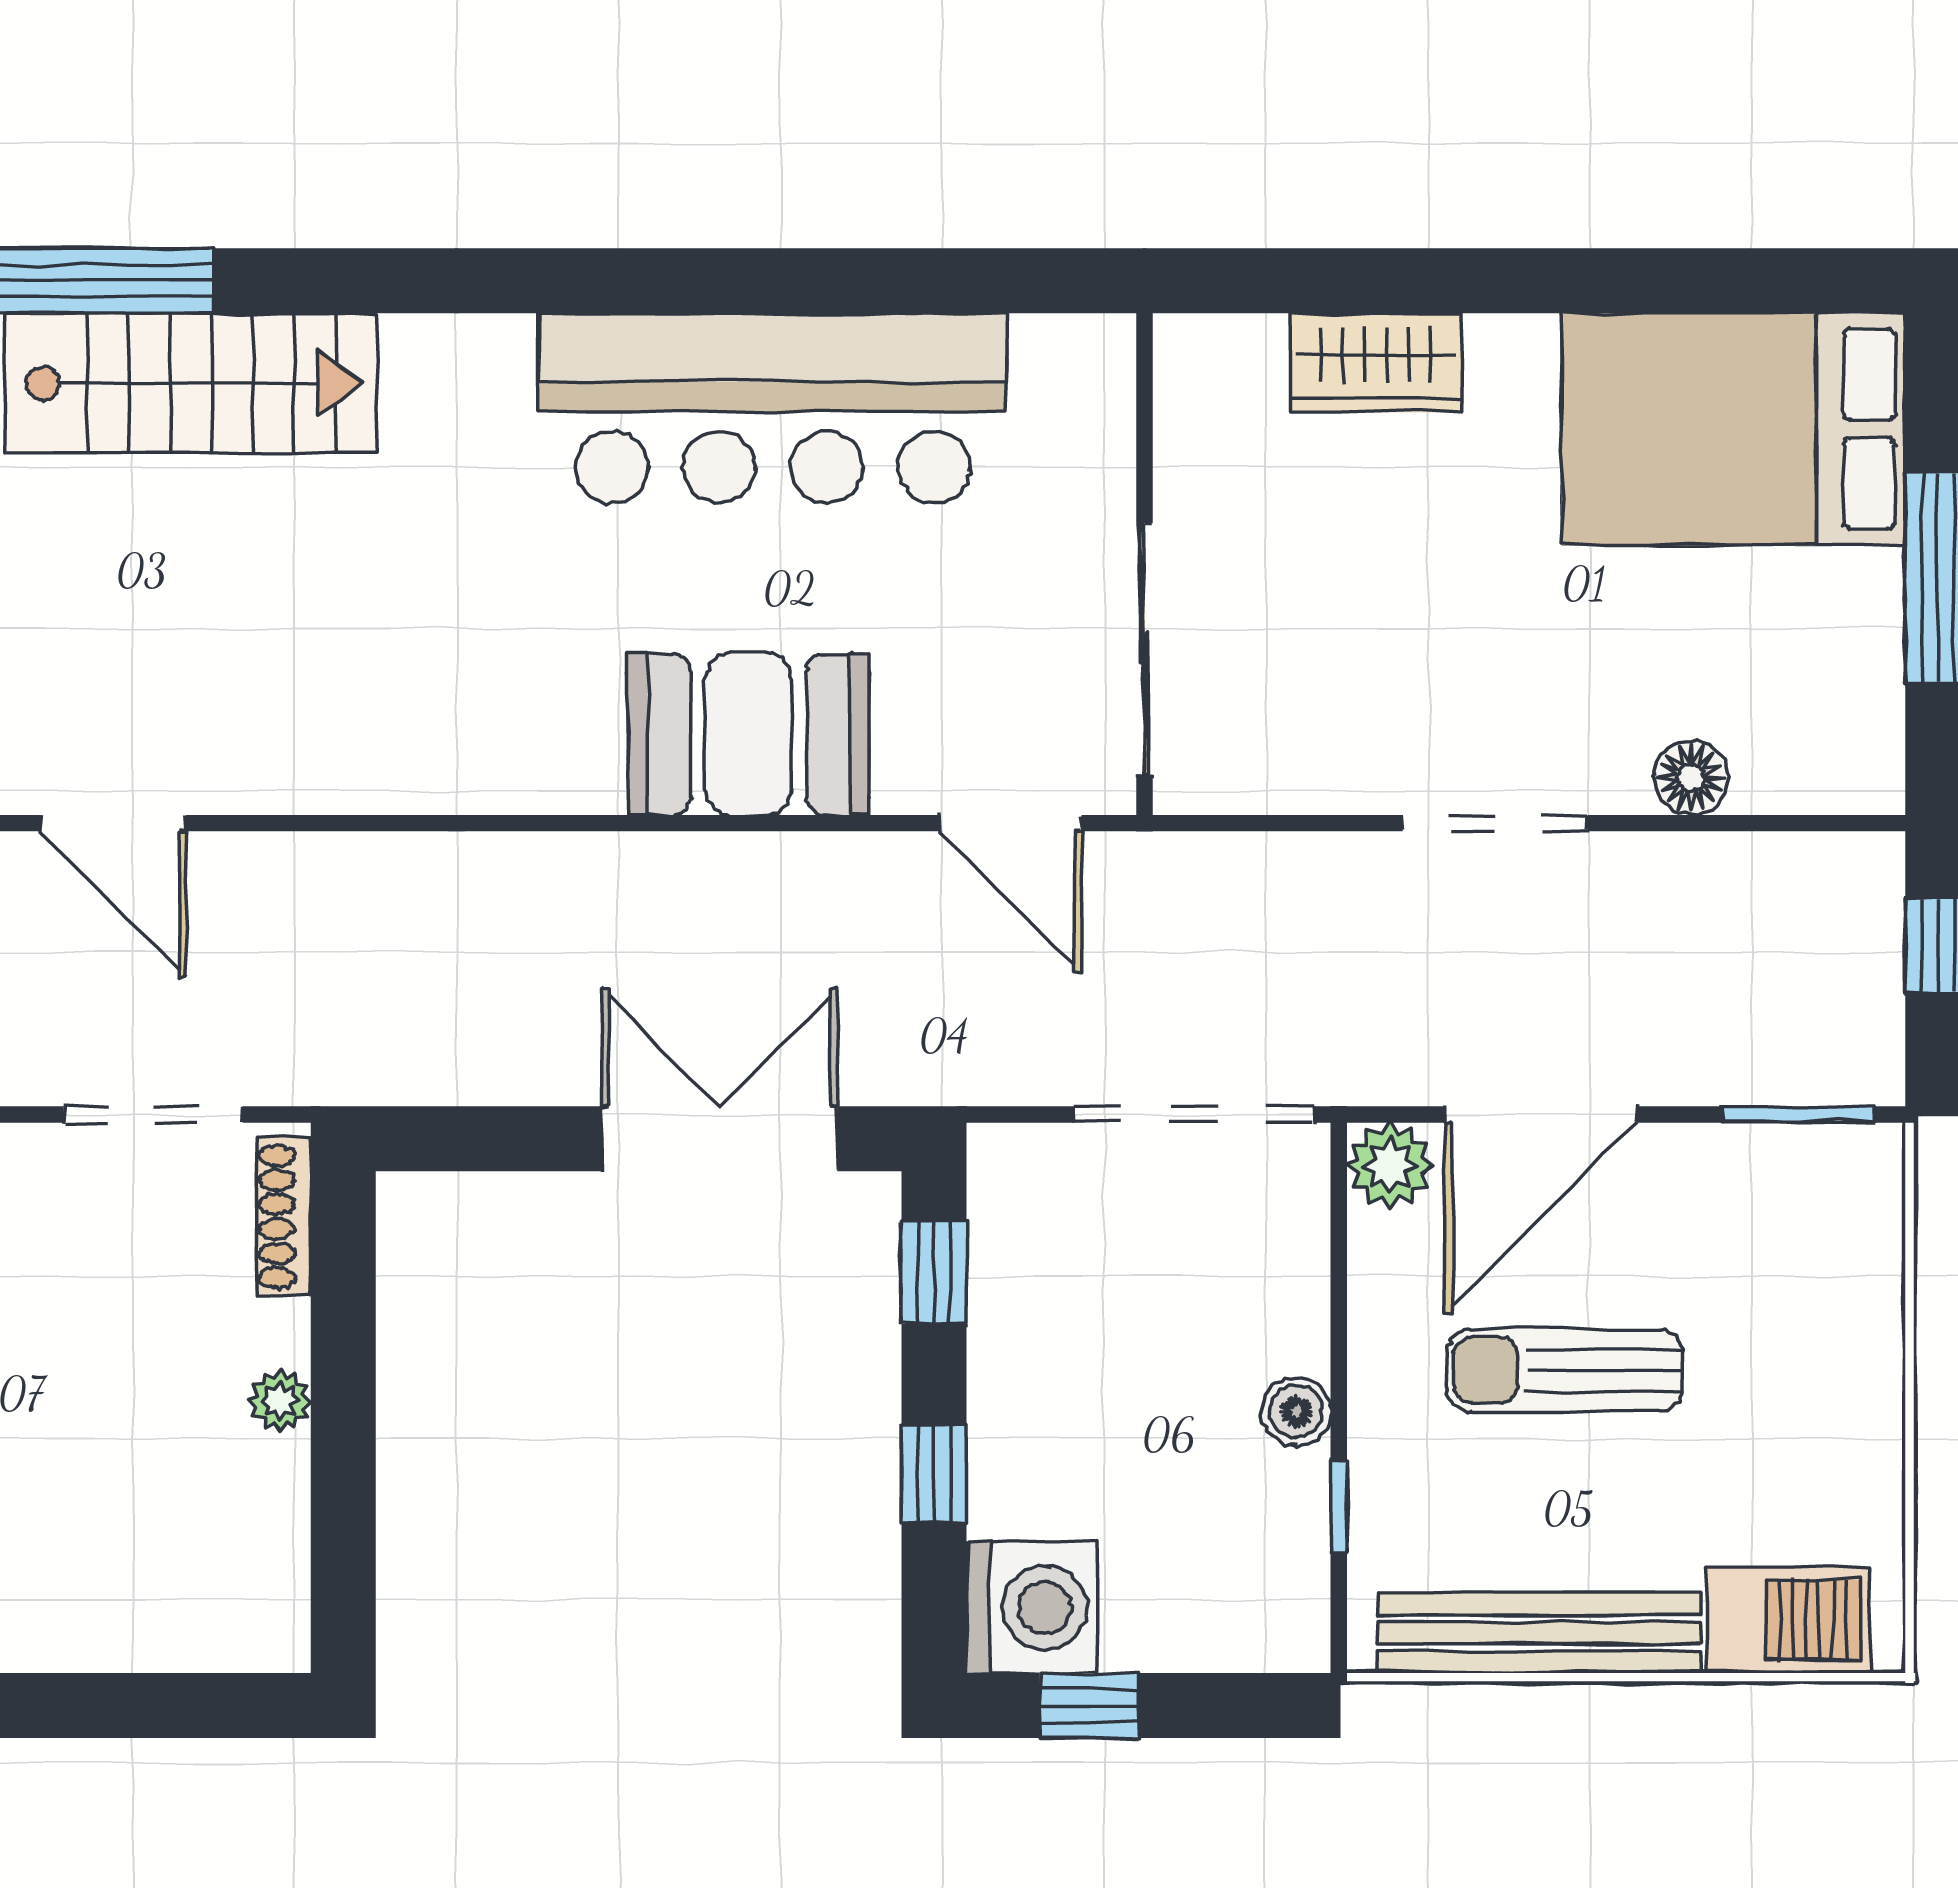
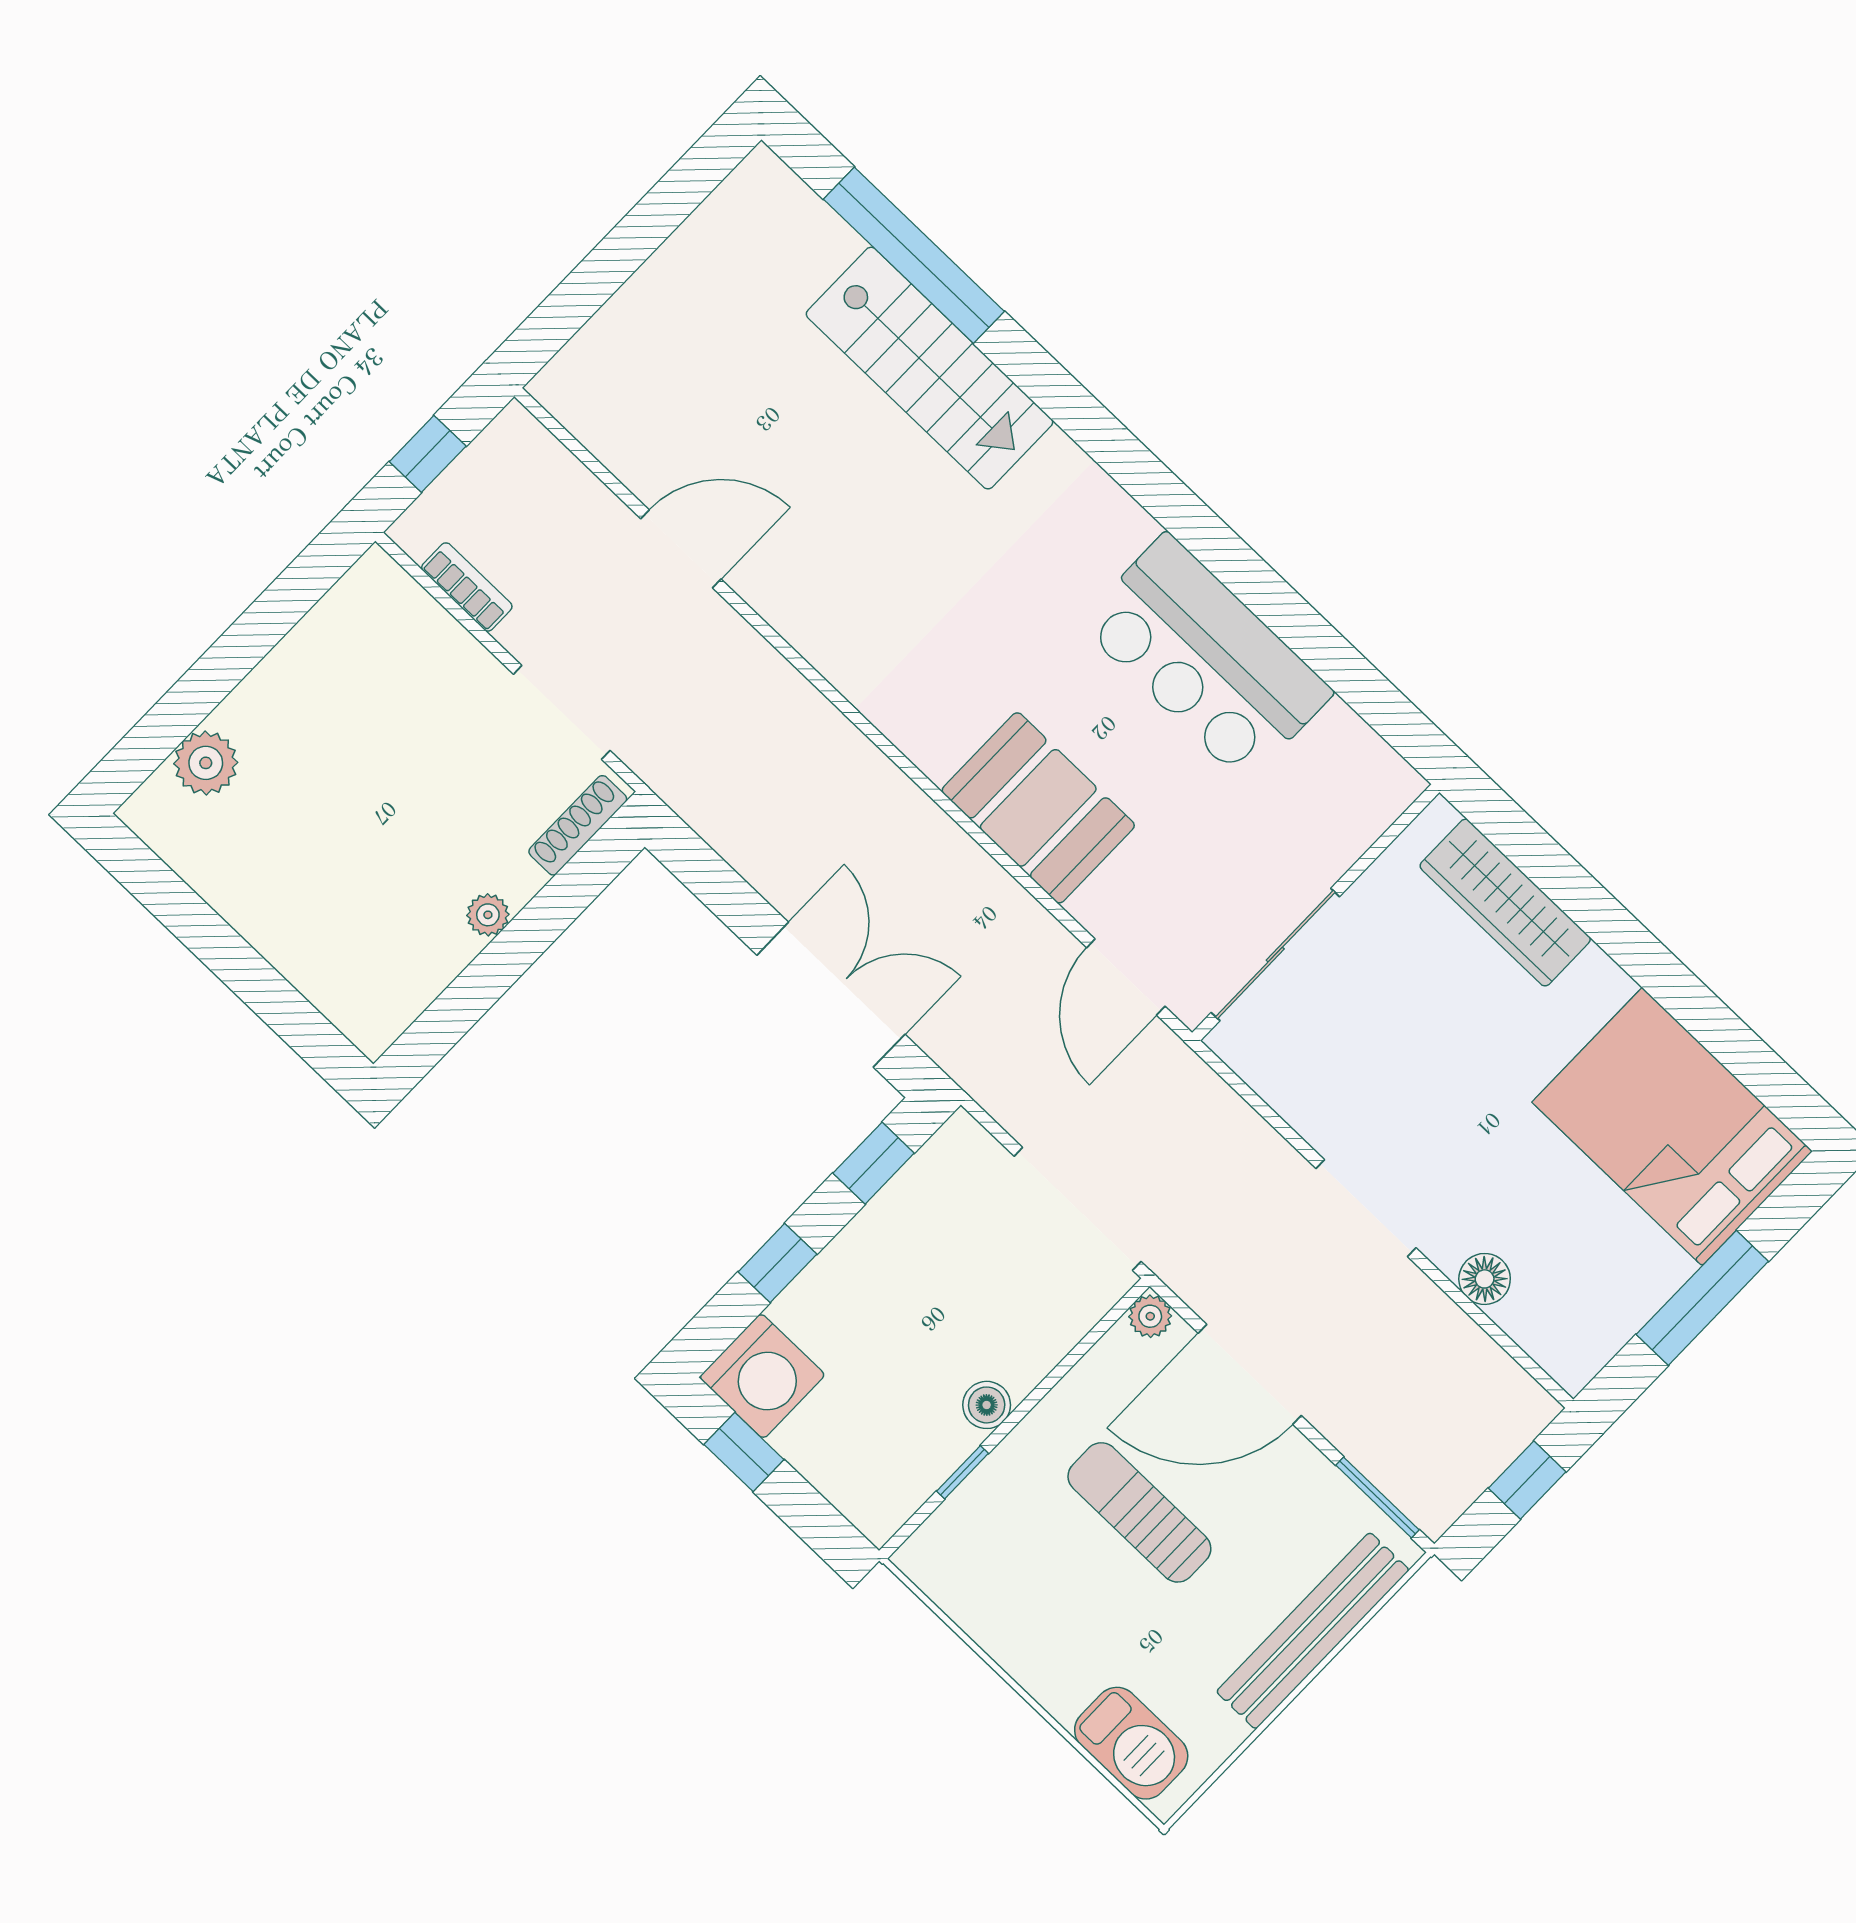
wardrobe: (1376, 363) -> (1505, 903), width x1.50
bar counter: (773, 408) -> (1206, 658), width x0.73
door: (113, 823) -> (681, 549), swing flipped
plant: (1390, 1165) -> (1150, 1316), width x0.73, depth x0.73
bench: (1539, 1633) -> (1313, 1631), moved, turned 90

